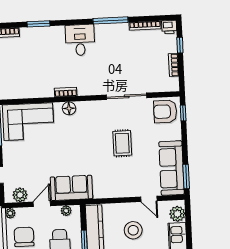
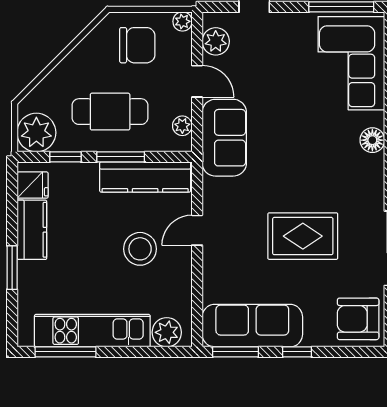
armchair: (165, 111) -> (358, 319), turned -90
window: (183, 113) -> (297, 352), moved
rug: (122, 143) -> (303, 236), width x1.36, depth x1.43
door: (149, 199) -> (197, 230), moved

